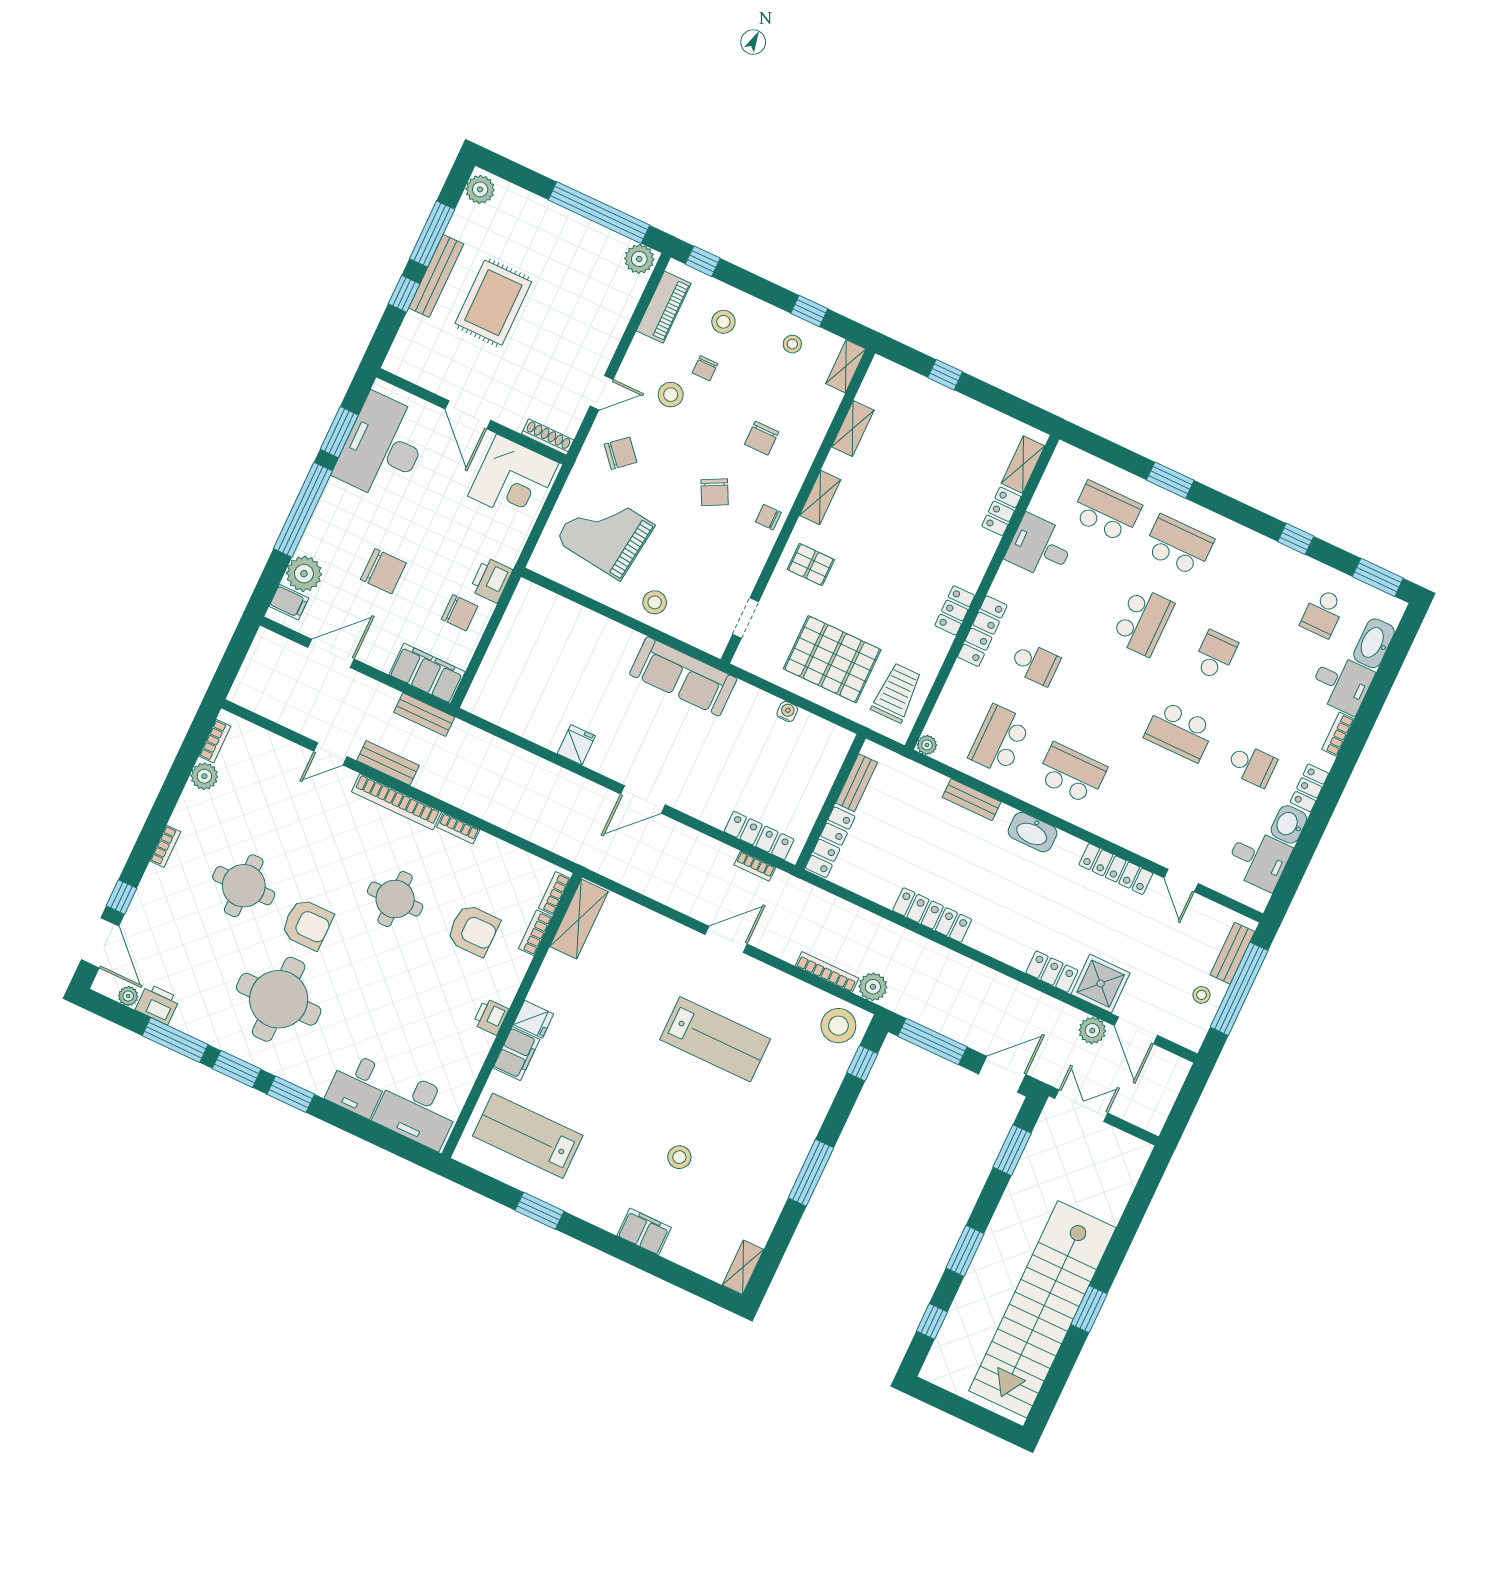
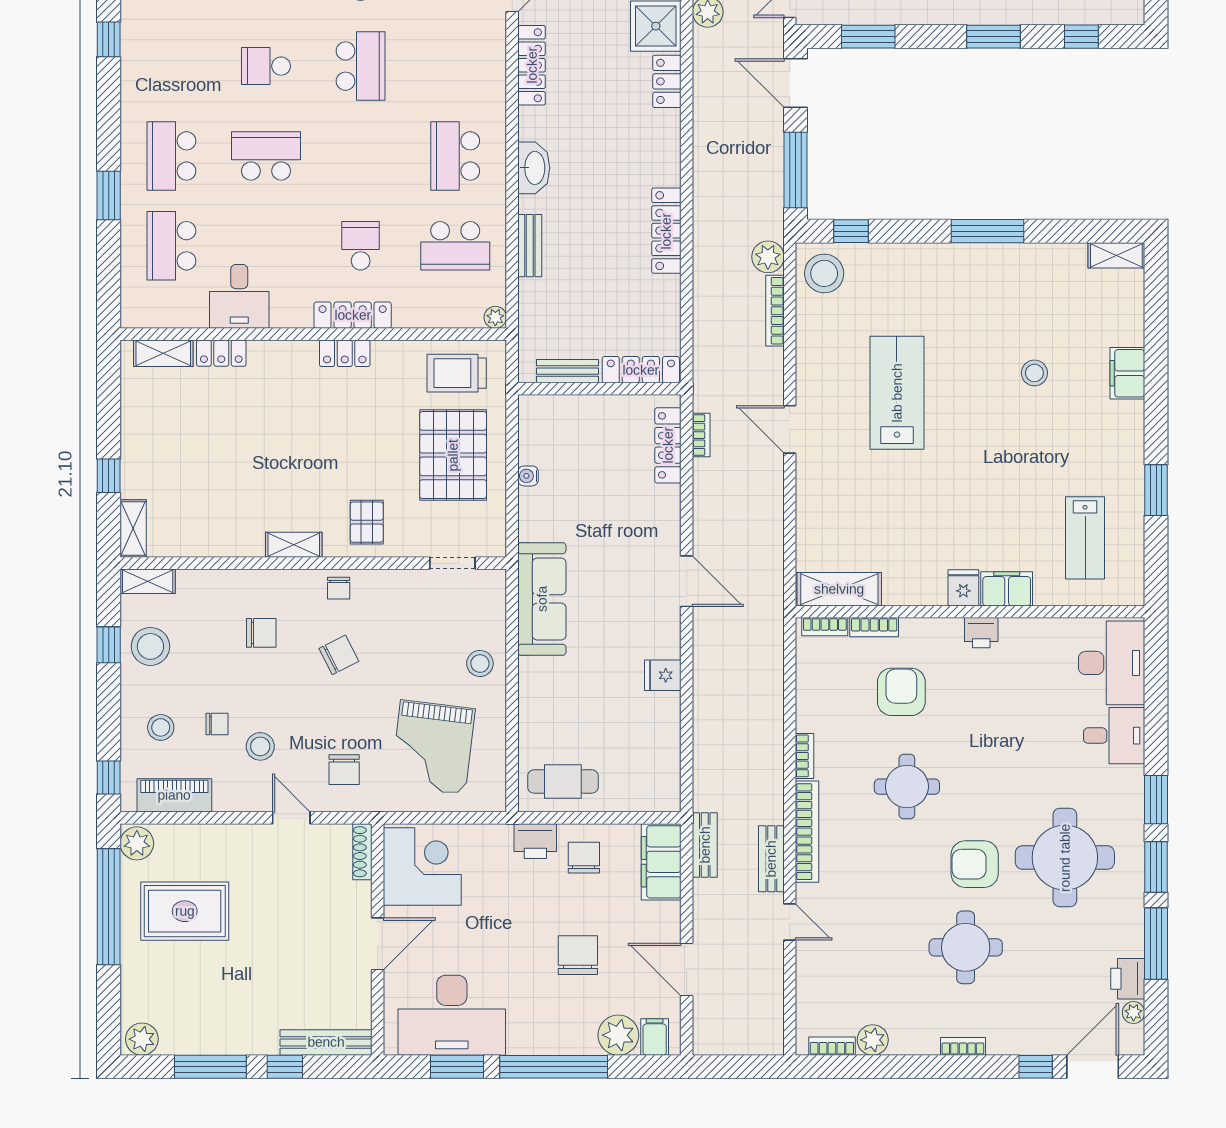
bench: (436, 276) -> (326, 1042), moved
rug: (493, 303) -> (185, 911), moved
stool: (792, 344) -> (150, 646), width x1.89, depth x1.89
shelving: (853, 428) -> (133, 528), moved, turned 90
chair: (621, 453) -> (344, 770), turned -139
cafe table: (529, 625) -> (563, 781), added
armchair: (307, 924) -> (975, 864), turned -90
lab bench: (528, 1136) -> (1085, 538), width x0.73, depth x0.72

